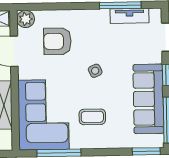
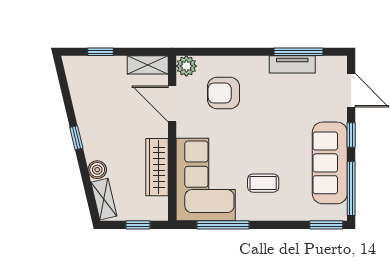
tv unit: (129, 16) -> (292, 64), moved
side table: (95, 71) -> (268, 129), removed

